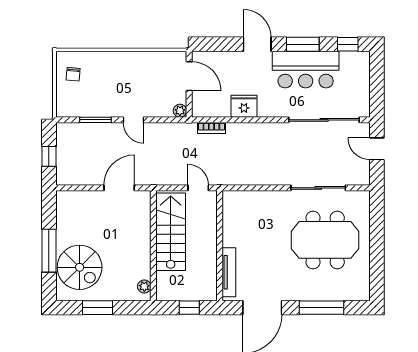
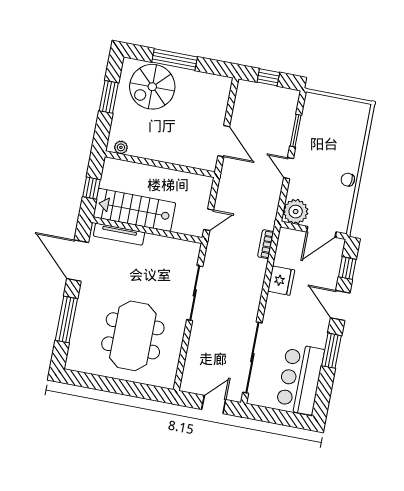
door: (257, 44) -> (340, 305), swing flipped
window: (348, 44) -> (347, 268), moved
bar counter: (306, 70) -> (300, 379), moved
chair: (73, 74) -> (348, 180), moved
plant: (180, 111) -> (296, 212), width x1.88, depth x1.88
door: (133, 120) -> (289, 168), hinge flipped
sliding door: (318, 188) -> (195, 293), moved
stairs: (171, 232) -> (134, 210), moved, turned 180

